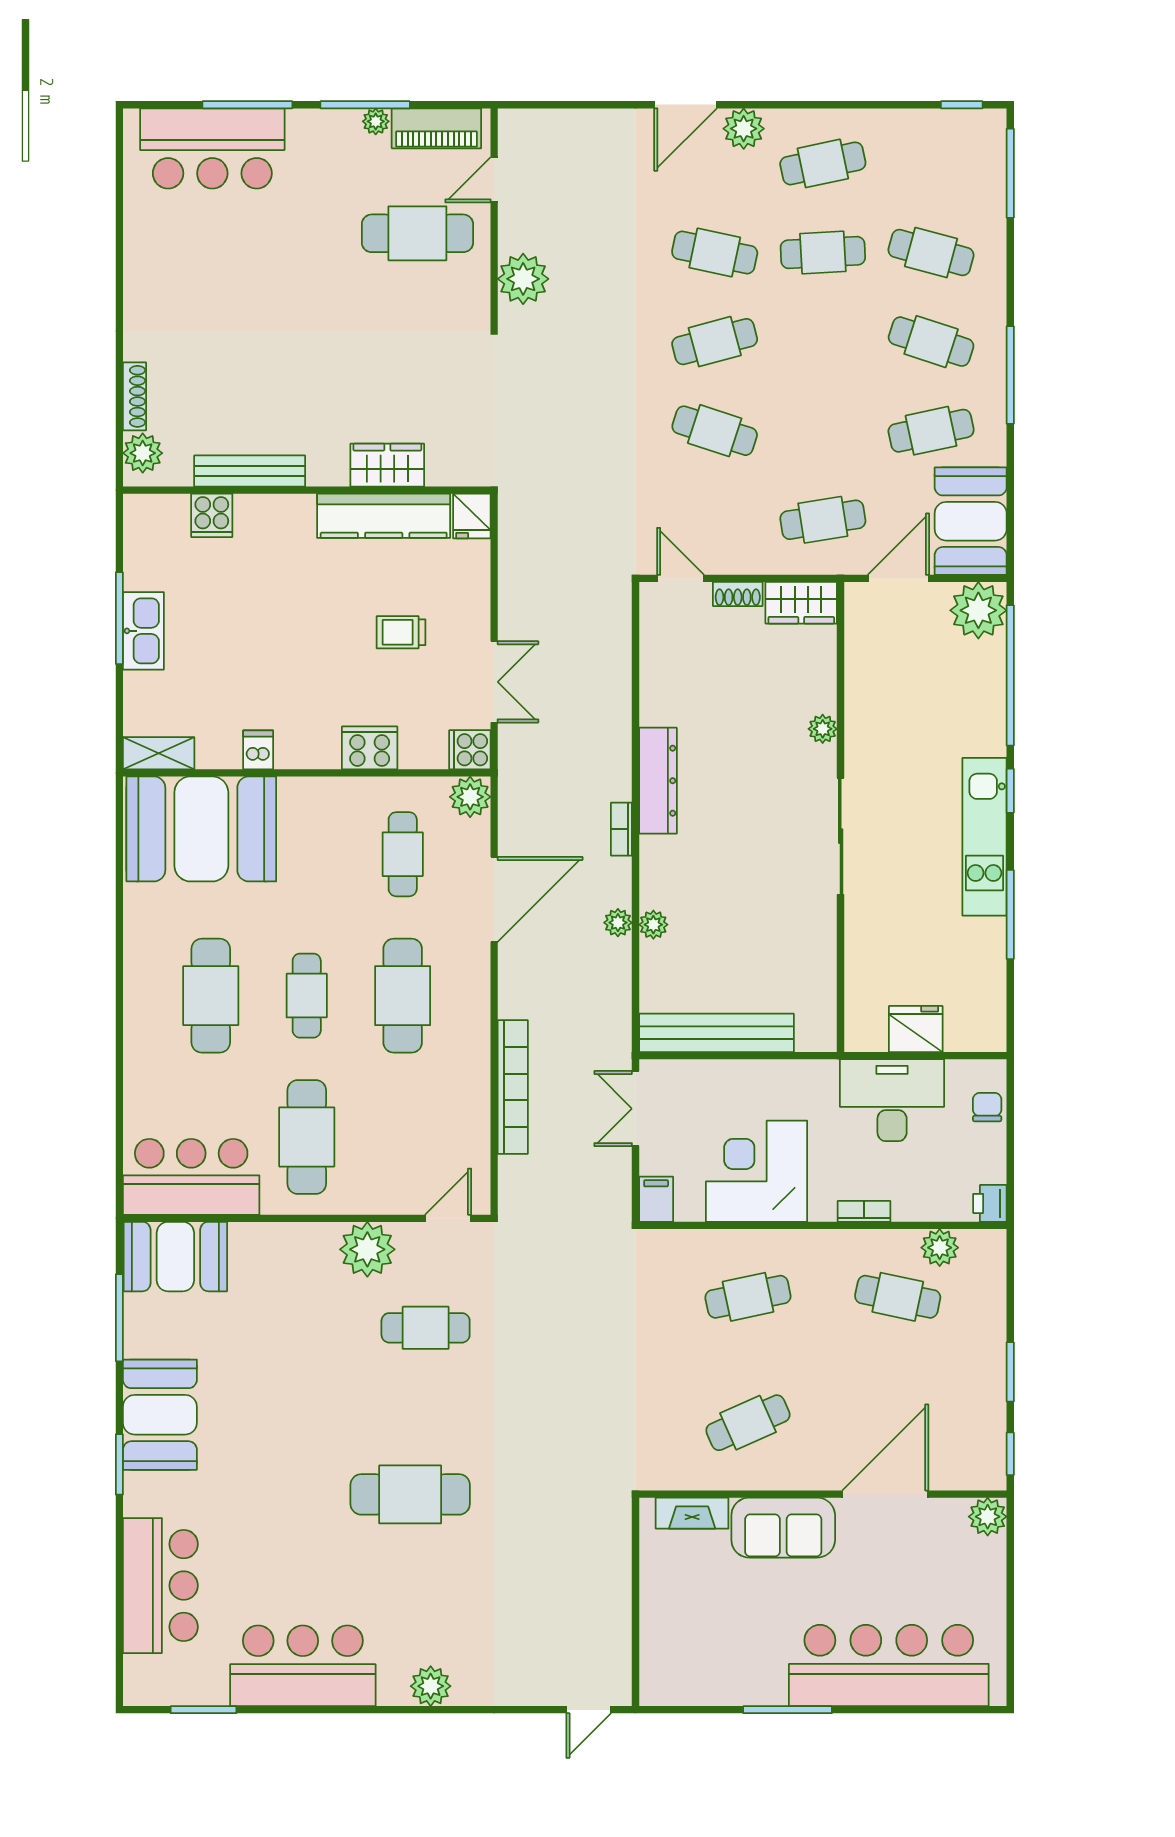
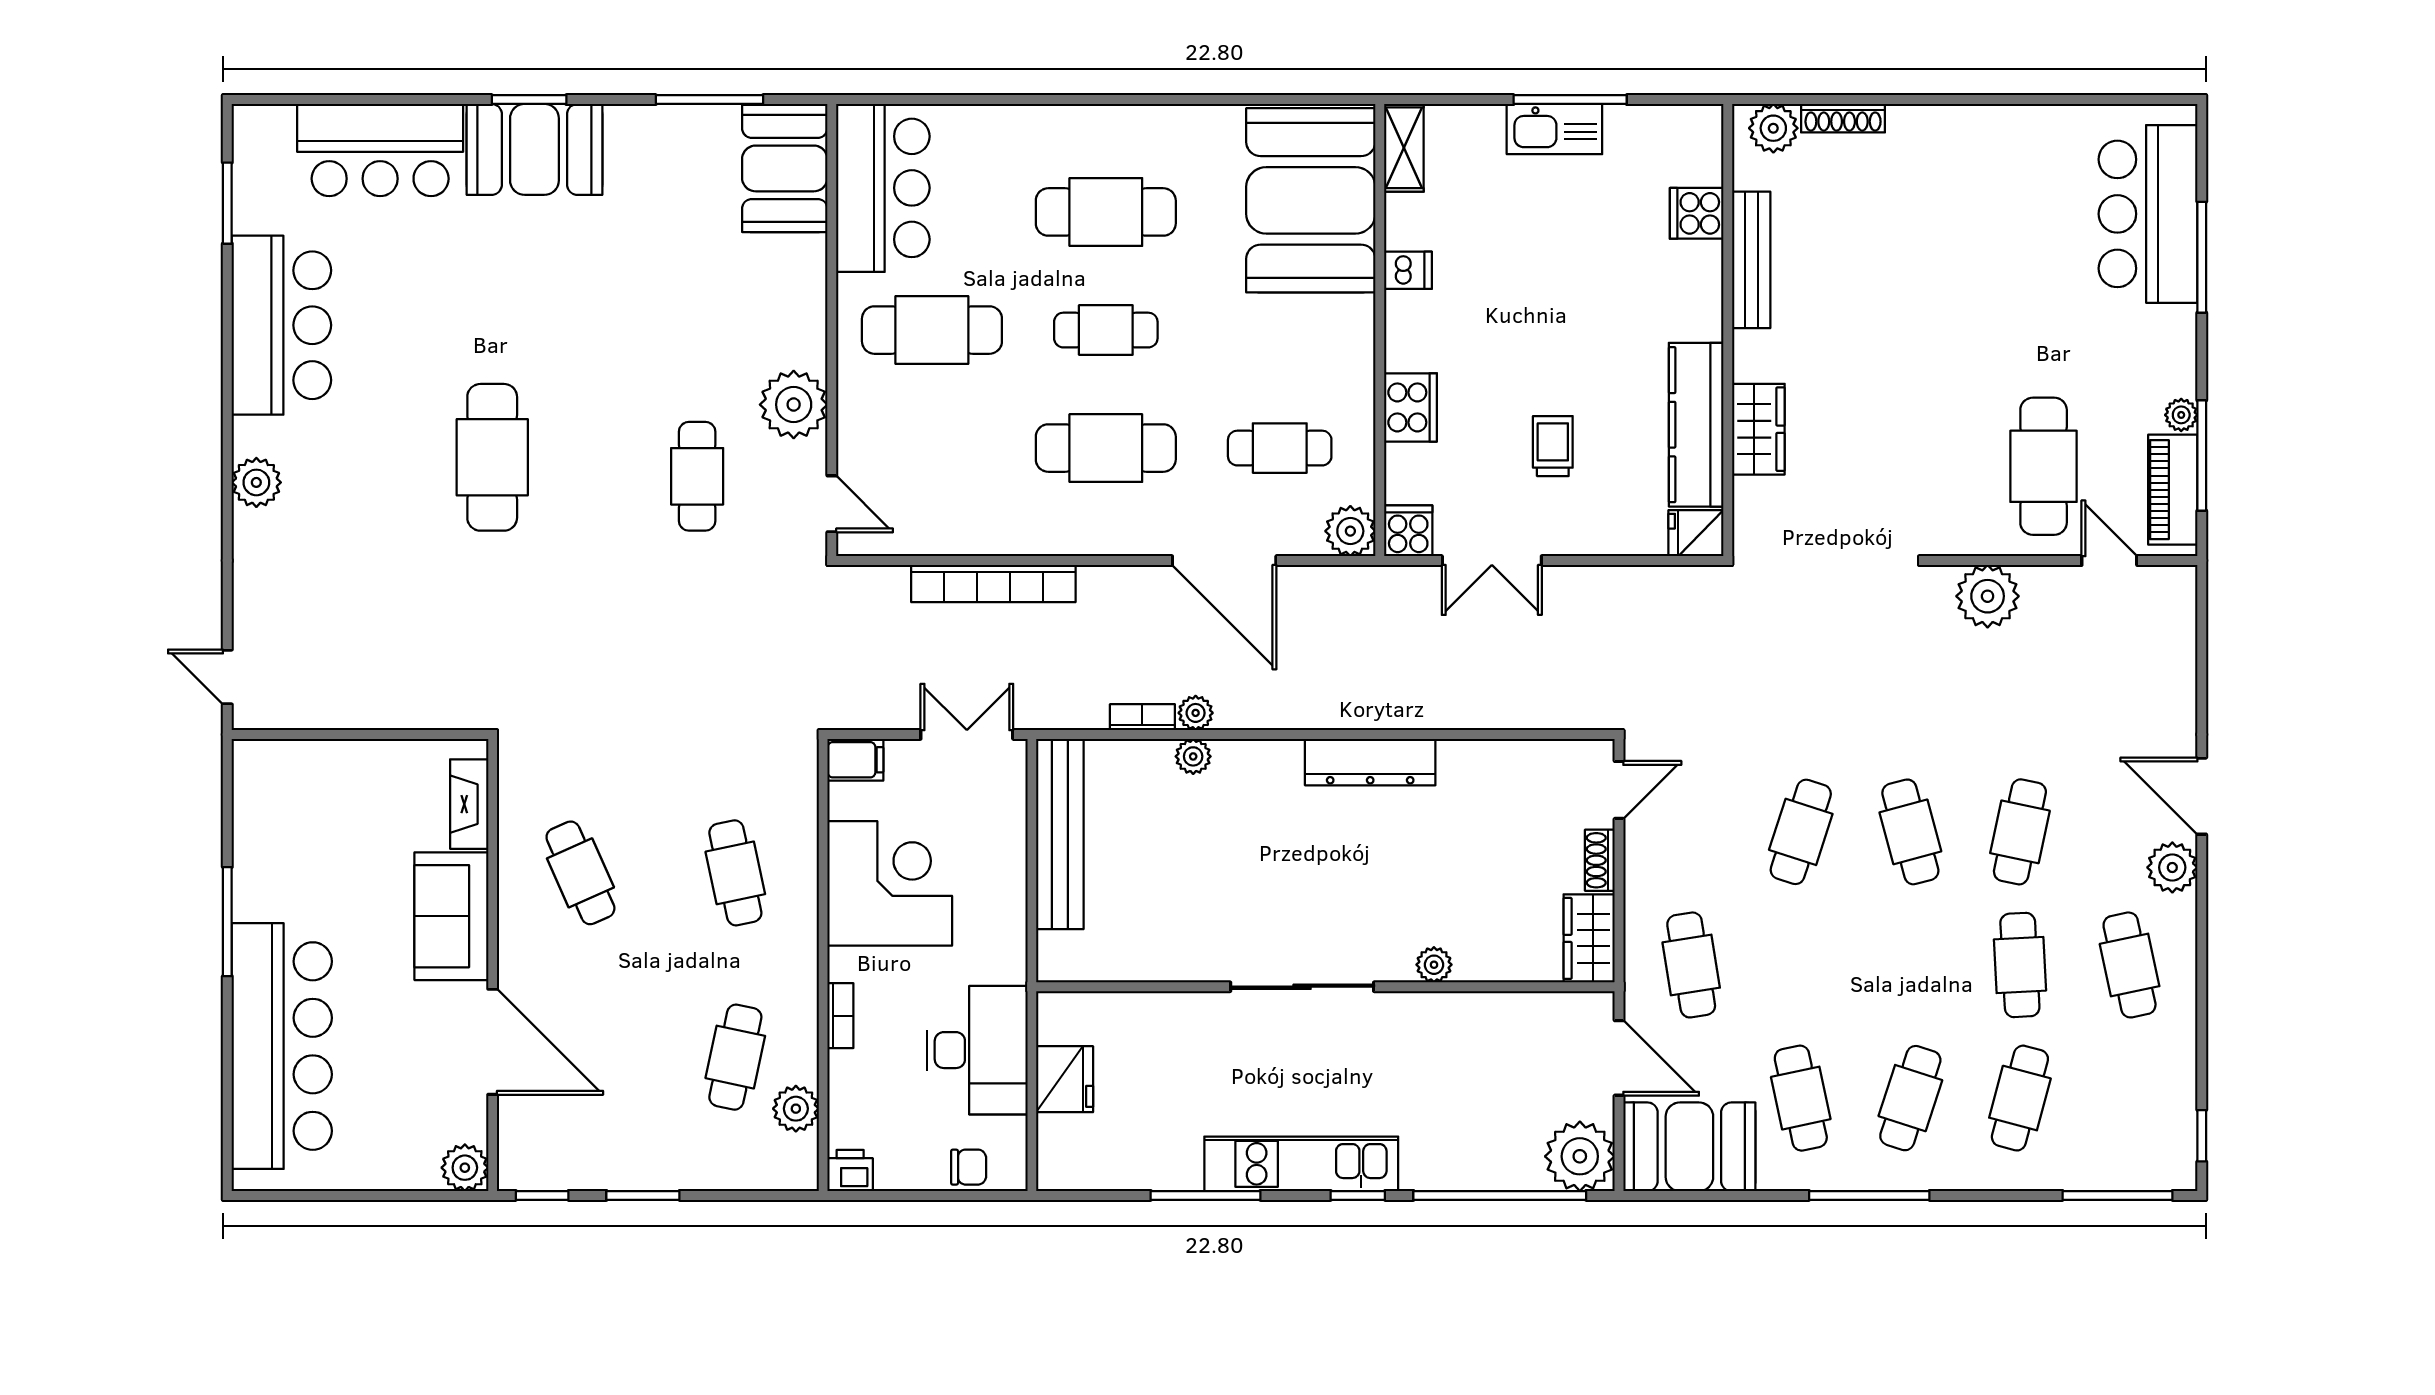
window: (365, 105) -> (2202, 455), moved
bookcase: (621, 829) -> (1142, 717), moved
booth: (160, 1415) -> (534, 149), moved

